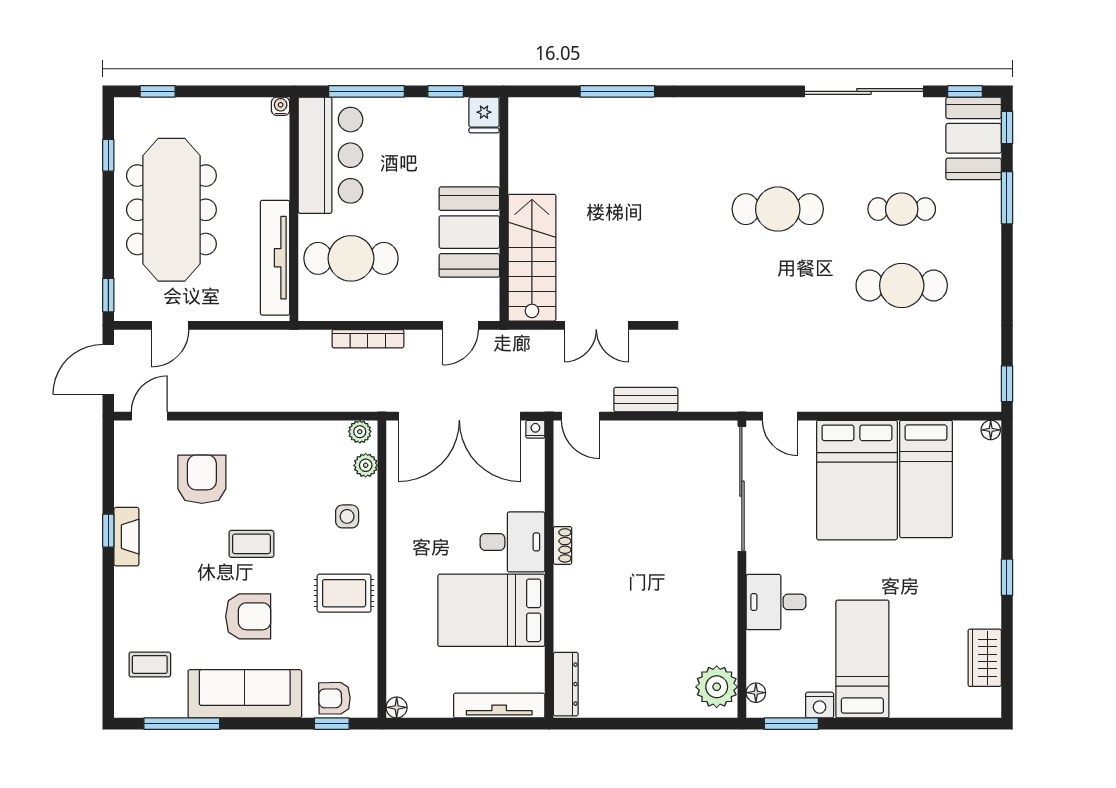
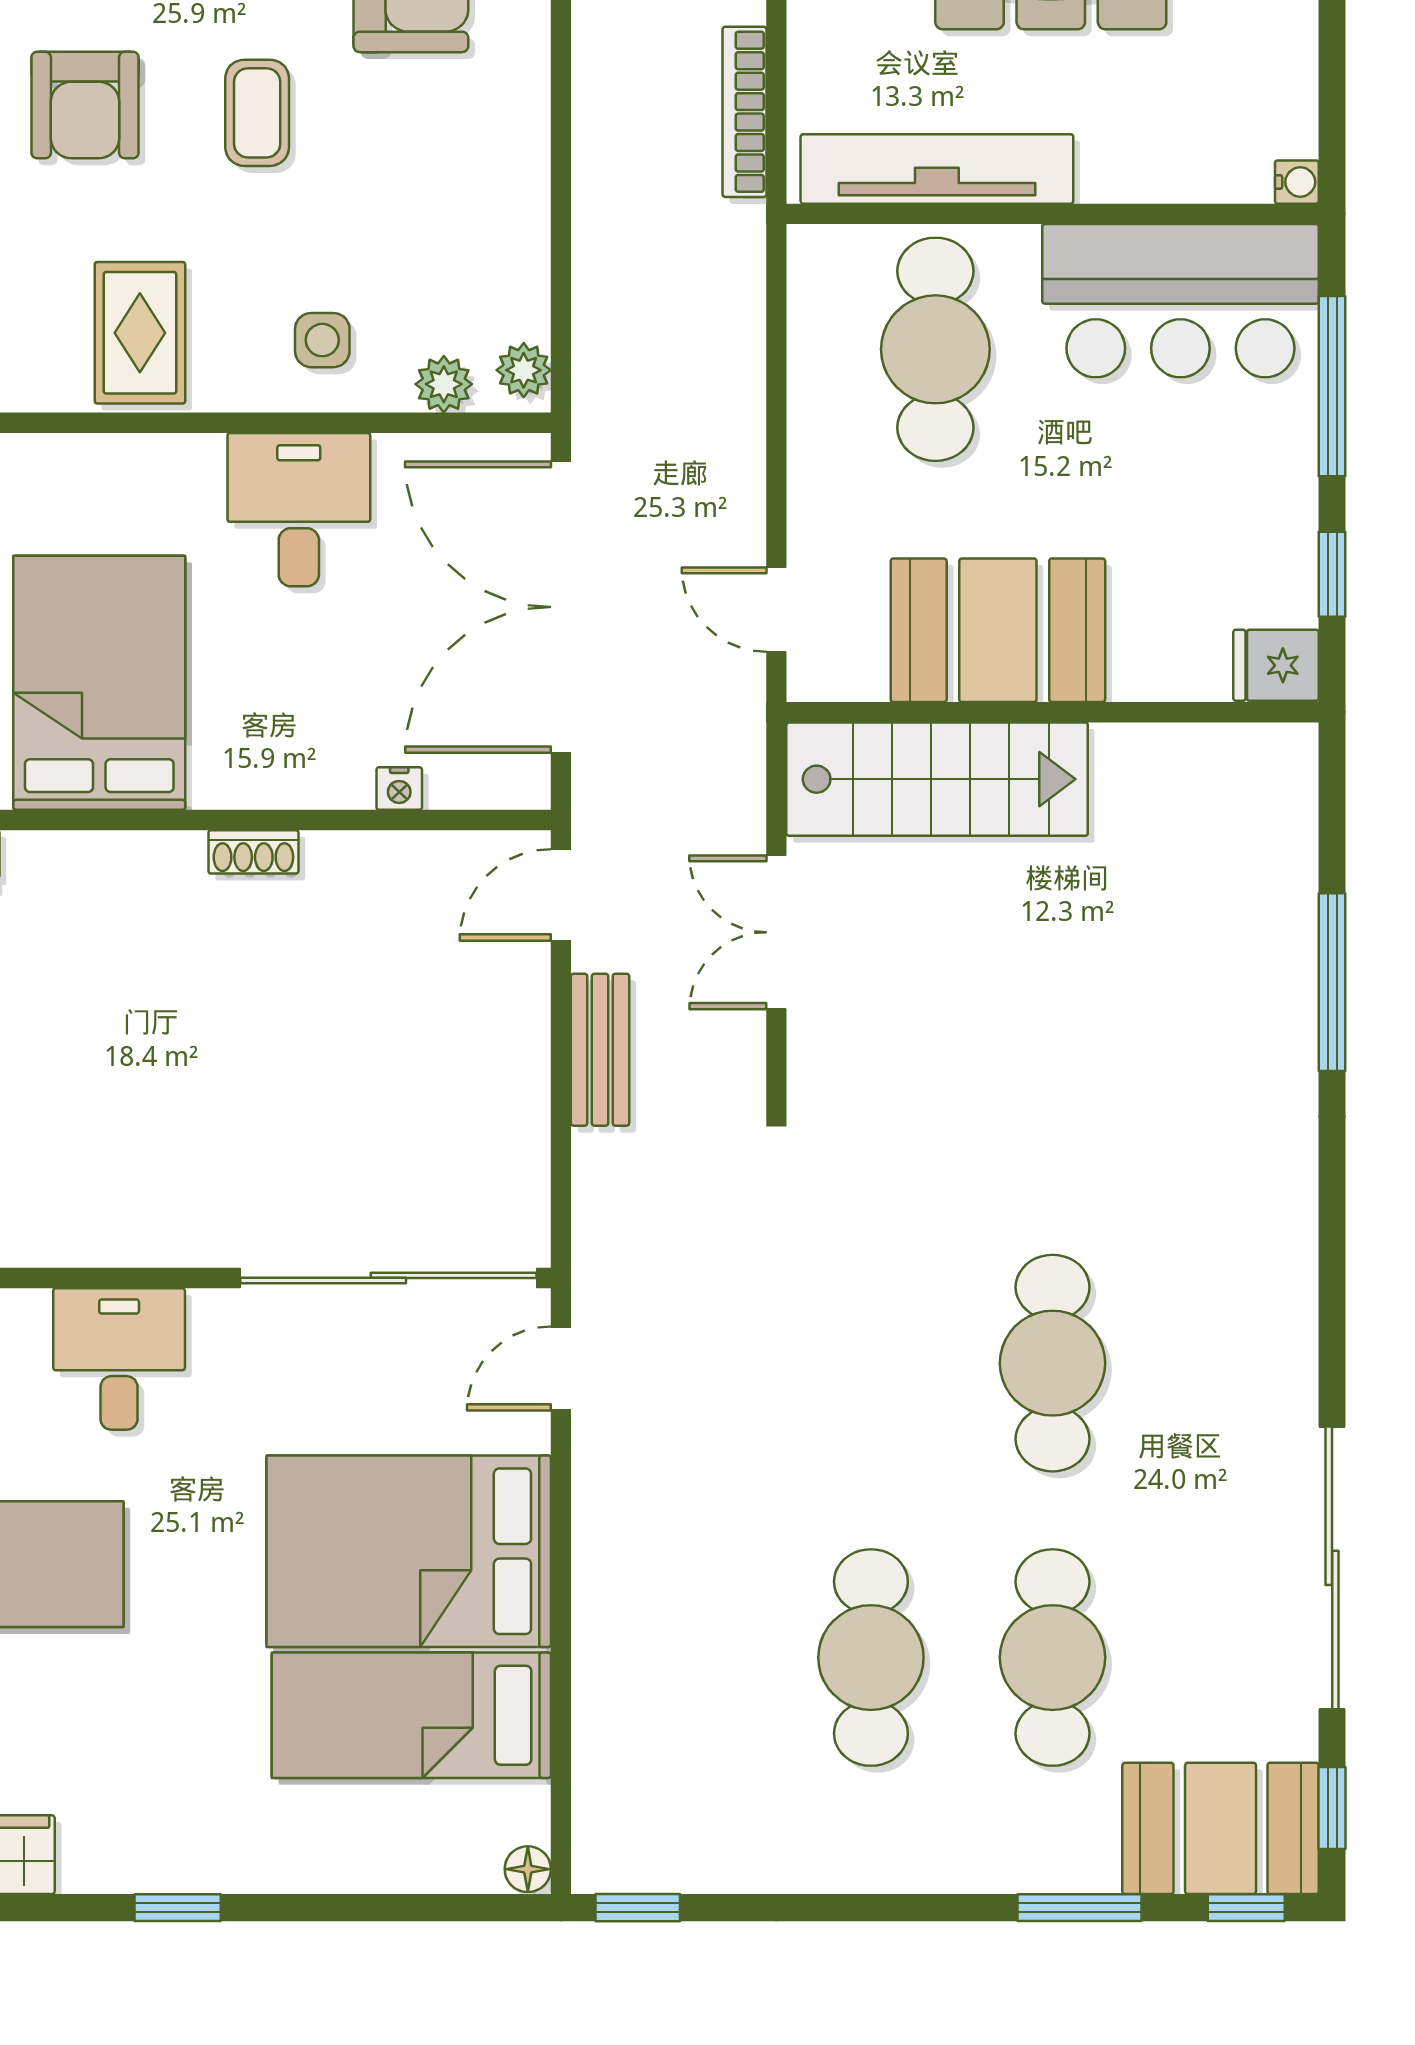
cafe table: (902, 209) -> (1053, 1658), width x1.37, depth x1.35
bookcase: (368, 339) -> (744, 112), moved
nightstand: (535, 429) -> (399, 789), moved, turned 90
desk: (513, 542) -> (299, 510), moved, turned 180

